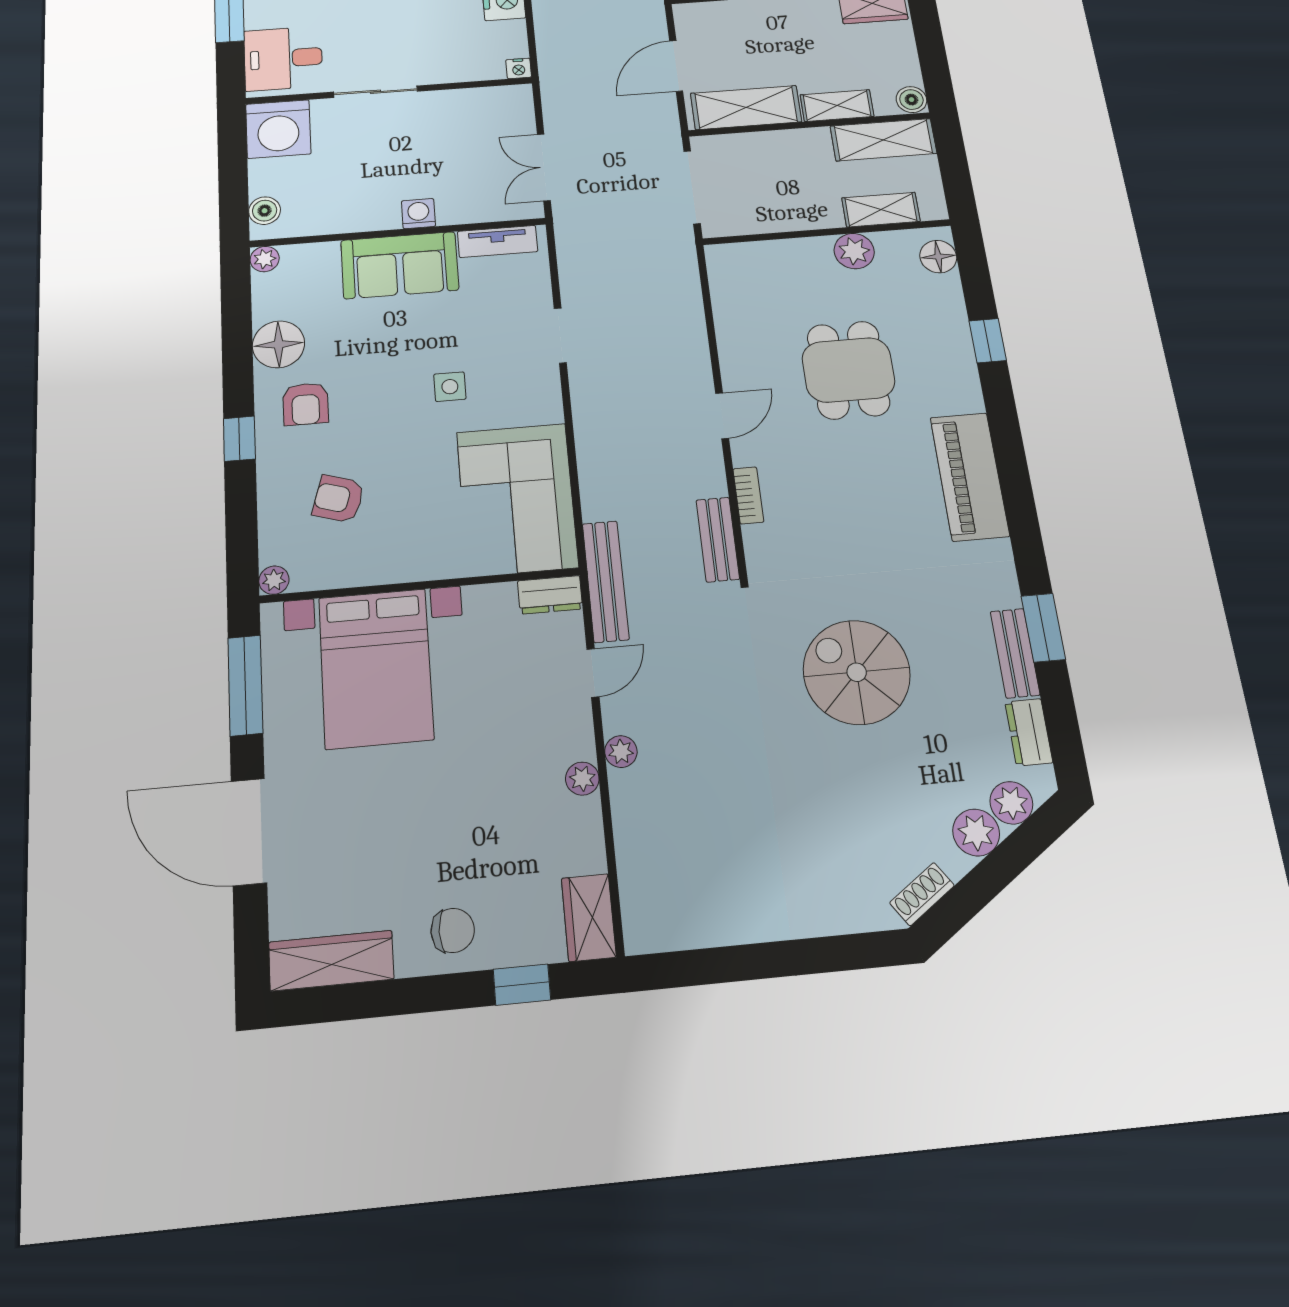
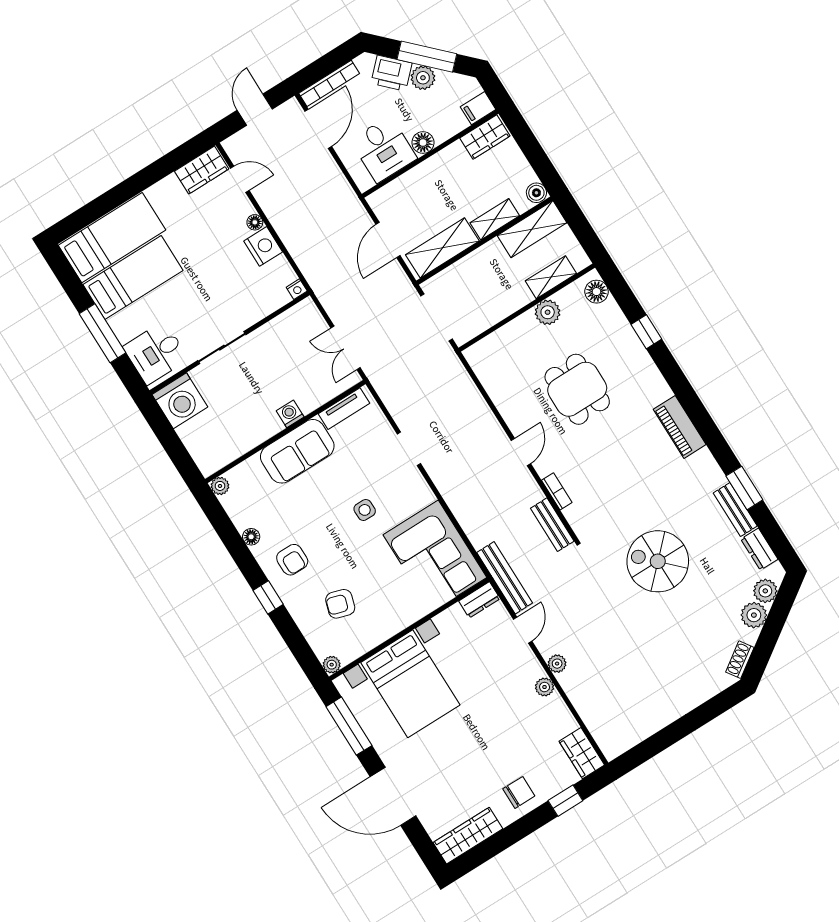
boiler: (265, 211) -> (202, 456), removed
floor lamp: (279, 344) -> (251, 537), width x0.53, depth x0.53
piano: (970, 476) -> (680, 427), width x0.73, depth x0.75

